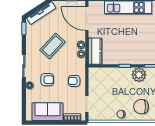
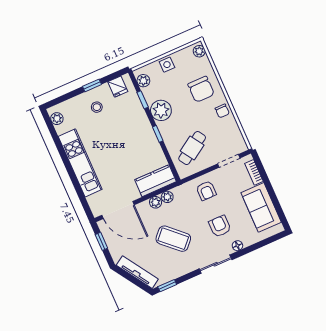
door: (87, 18) -> (118, 210), hinge flipped
cafe table: (106, 84) -> (192, 148), added

